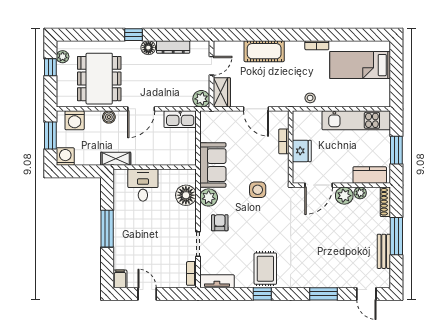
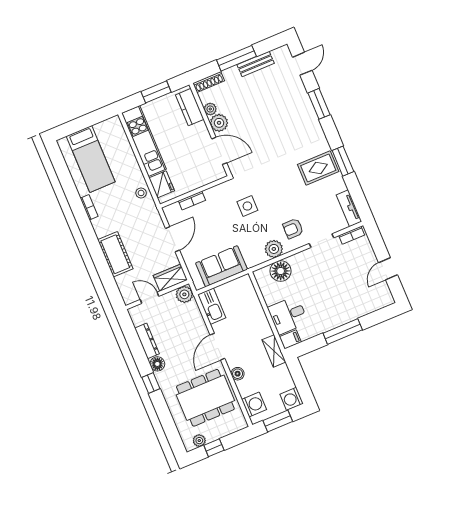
door: (141, 109) -> (217, 347), swing flipped
fridge: (302, 151) -> (162, 184), moved, turned 90
sofa: (213, 165) -> (221, 266), moved
filing cabinet: (120, 279) -> (290, 339), moved, turned 180
window: (262, 294) -> (343, 161), width x1.50

